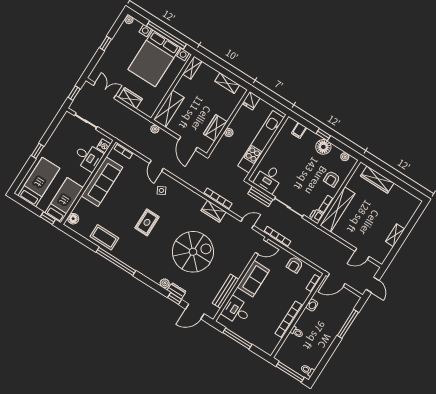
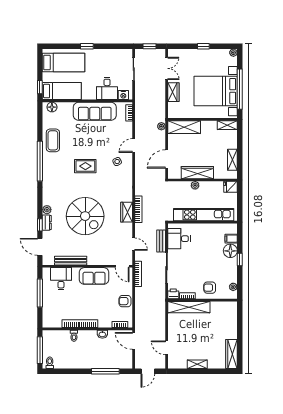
wardrobe: (215, 128) -> (197, 173), width x1.50
floor lamp: (323, 147) -> (230, 251), moved
wardrobe: (377, 180) -> (232, 354), moved

